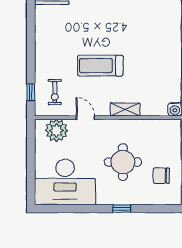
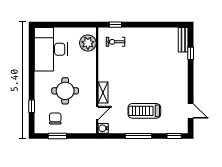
treadmill: (100, 66) -> (144, 111), moved, turned -90
door: (85, 118) -> (97, 113), moved
window: (122, 209) -> (32, 106), moved

